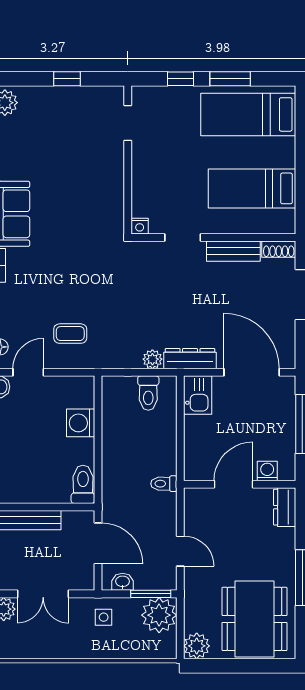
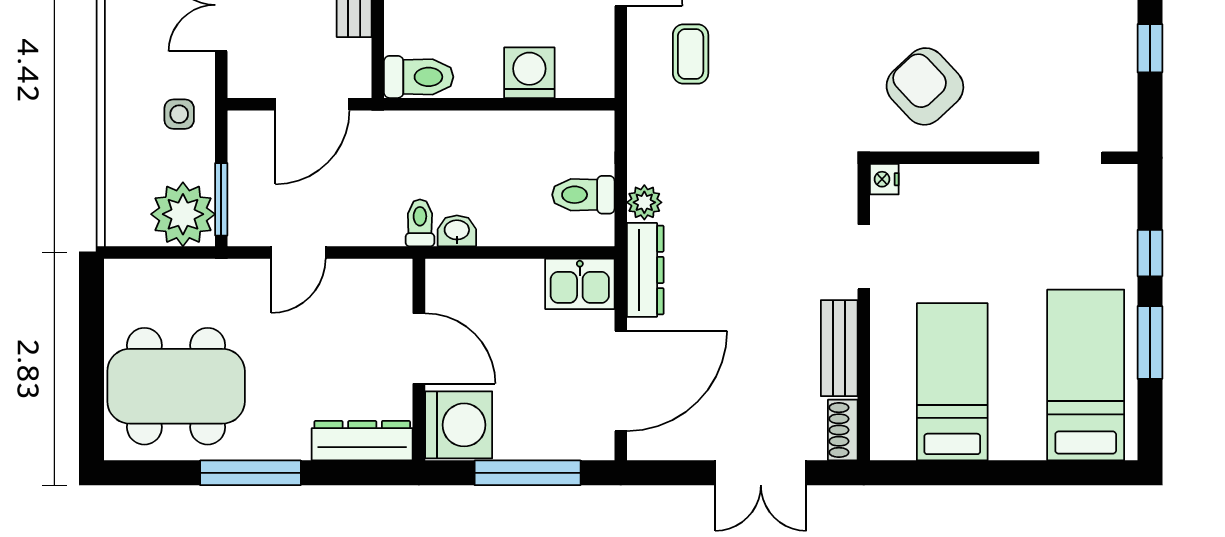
armchair: (88, 204) -> (925, 86), added
washing machine: (267, 471) -> (459, 425), width x1.89, depth x1.89
dresser: (285, 507) -> (362, 441), width x1.44
washbasin: (123, 582) -> (457, 231), moved, turned -90
plant: (197, 646) -> (127, 282), removed

